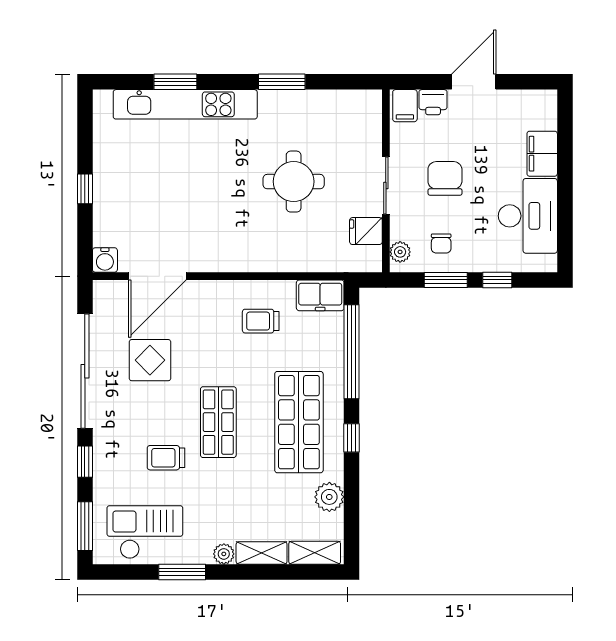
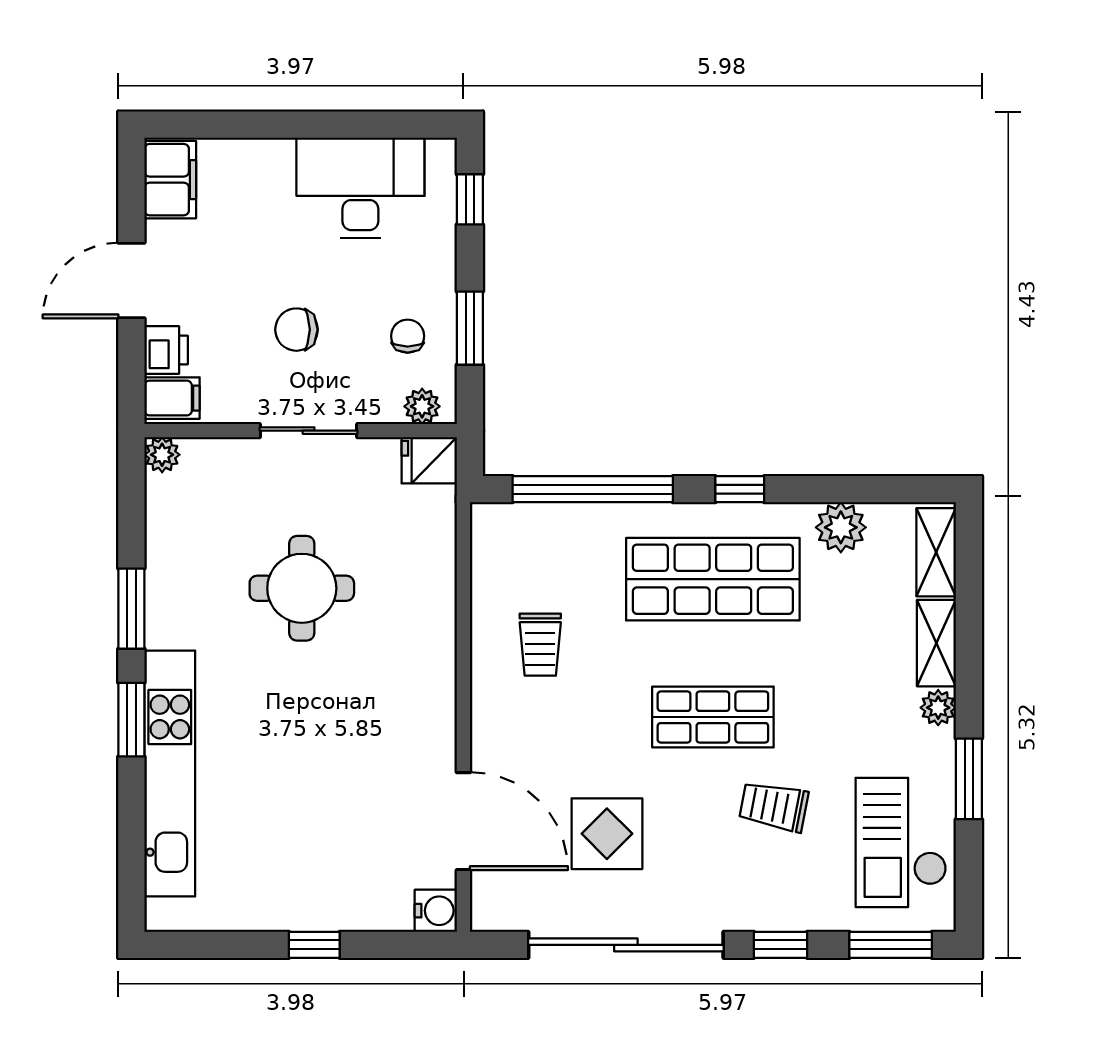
window: (175, 82) -> (131, 720), moved
door: (474, 82) -> (131, 280), hinge flipped
plant: (372, 100) -> (162, 455), added
filing cabinet: (542, 154) -> (170, 180), moved, turned -90
chair: (445, 178) -> (296, 330), width x0.73, depth x0.73
fridge: (366, 231) -> (429, 460), moved, turned 90
chair: (441, 243) -> (408, 336), turned -90
window: (497, 280) -> (470, 199), moved
freezer: (320, 295) -> (496, 543), removed
trolley: (166, 458) -> (774, 806), turned 101

